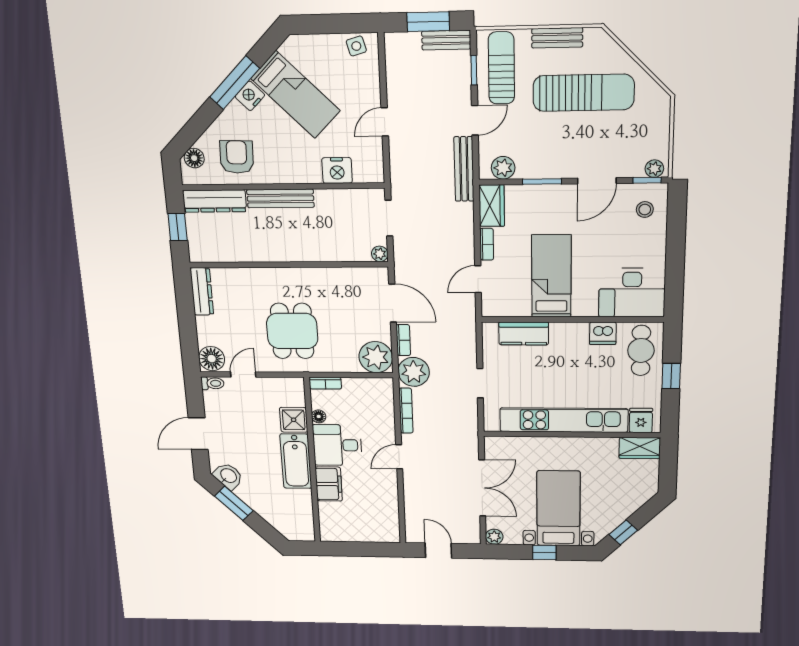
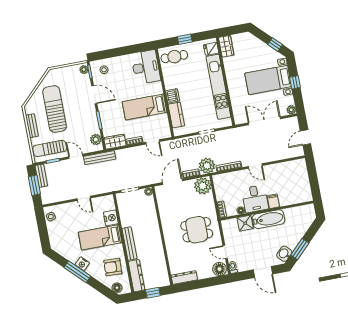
bed: (295, 95) -> (100, 237), moved, turned -135
dishwasher: (603, 333) -> (173, 96), moved
filing cabinet: (329, 484) -> (273, 201), width x0.50

